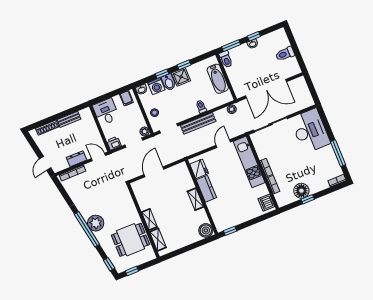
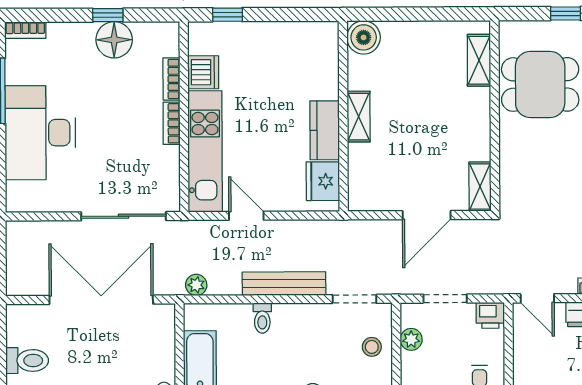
desk: (310, 131) -> (40, 133), moved
plant: (145, 132) -> (411, 339), moved
door: (223, 144) -> (246, 216), swing flipped
dishwasher: (266, 203) -> (203, 72), moved
shelving: (149, 220) -> (480, 186), moved
window: (230, 231) -> (228, 15), moved

